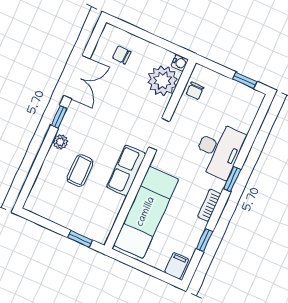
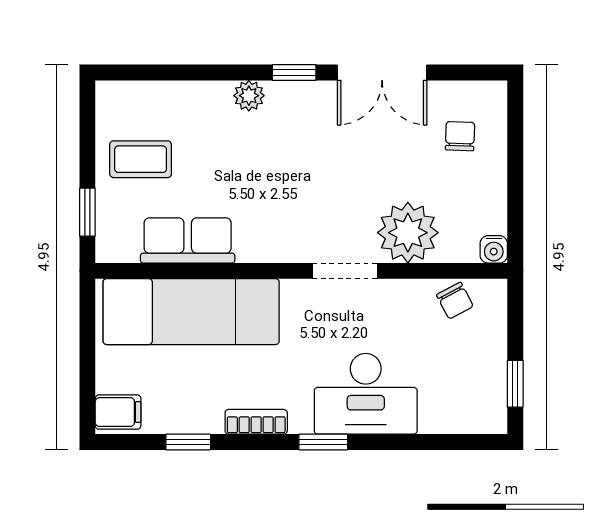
plant: (163, 81) -> (408, 233), moved
chair: (195, 91) -> (455, 301), turned -118
coffee table: (80, 171) -> (141, 159), moved
row of seats: (126, 171) -> (188, 240), moved

